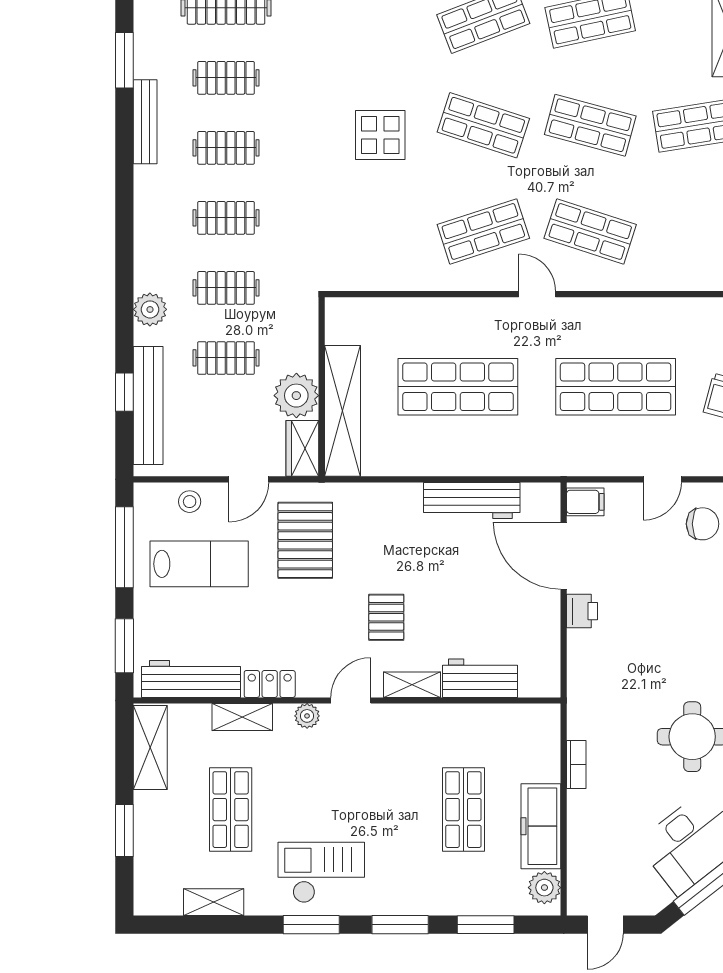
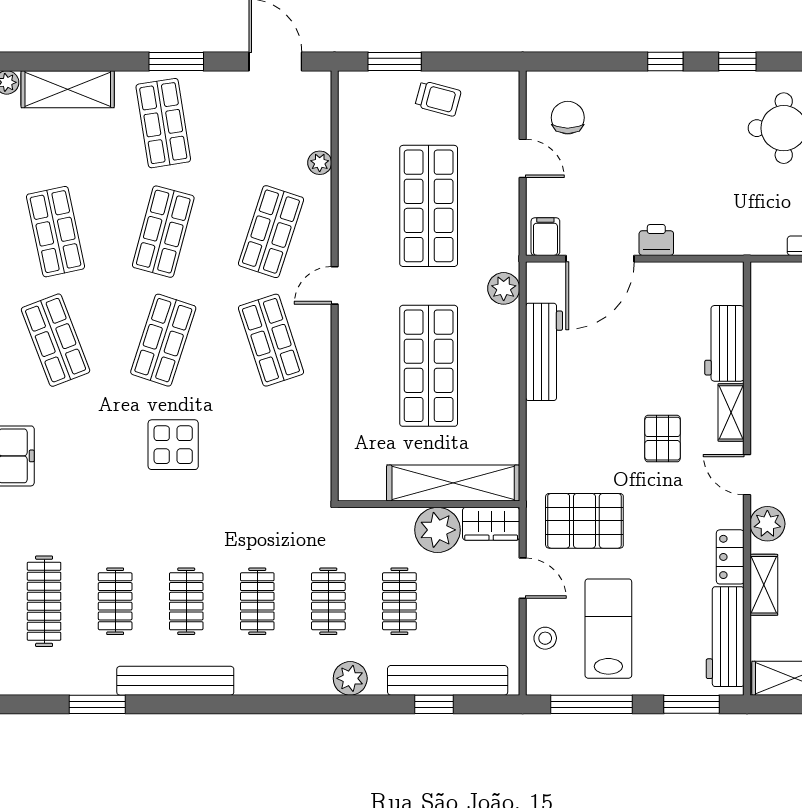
bench: (145, 122) -> (175, 681), width x1.37, depth x1.21
plant: (658, 279) -> (320, 163), added
plant: (534, 461) -> (504, 288), added
pallet: (386, 617) -> (663, 439), turned 90
plant: (307, 716) -> (767, 524), width x1.38, depth x1.38

